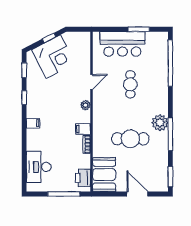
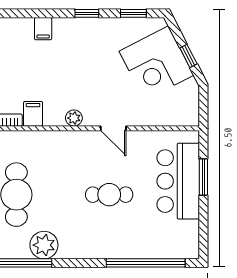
window: (139, 29) -> (203, 177), moved

